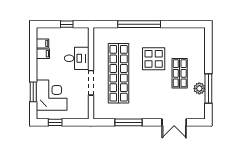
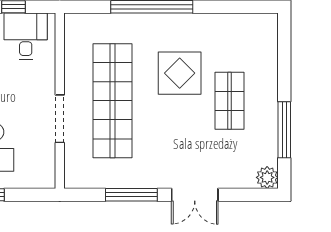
desk: (77, 58) -> (26, 36), moved, turned -90
plant: (199, 88) -> (267, 177), moved
double door: (174, 122) -> (195, 195), moved

